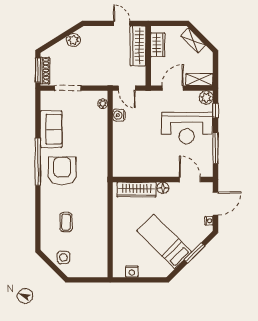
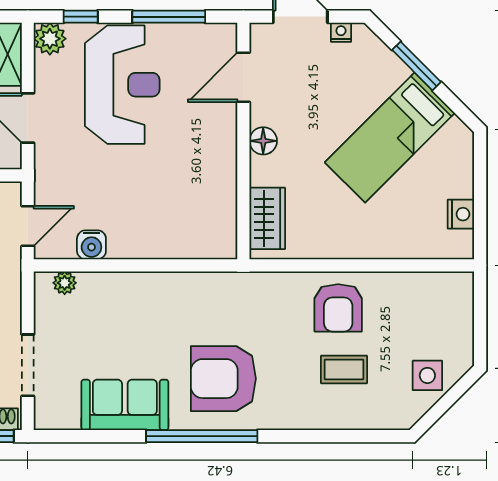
wardrobe: (137, 190) -> (267, 218), width x0.67
armchair: (92, 220) -> (338, 308), added

